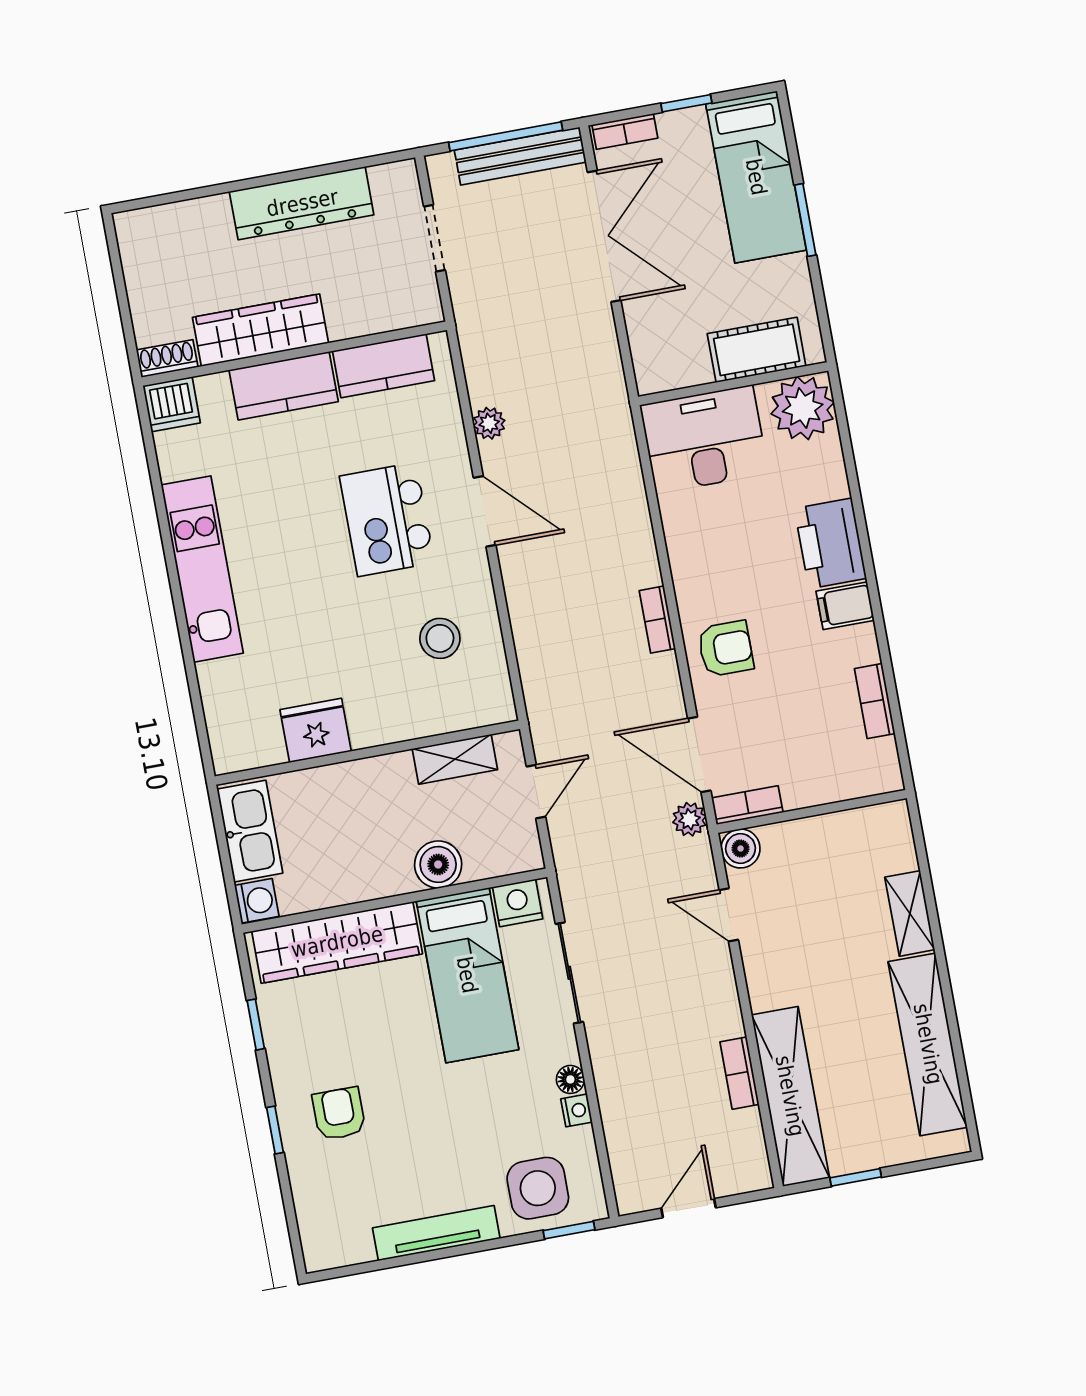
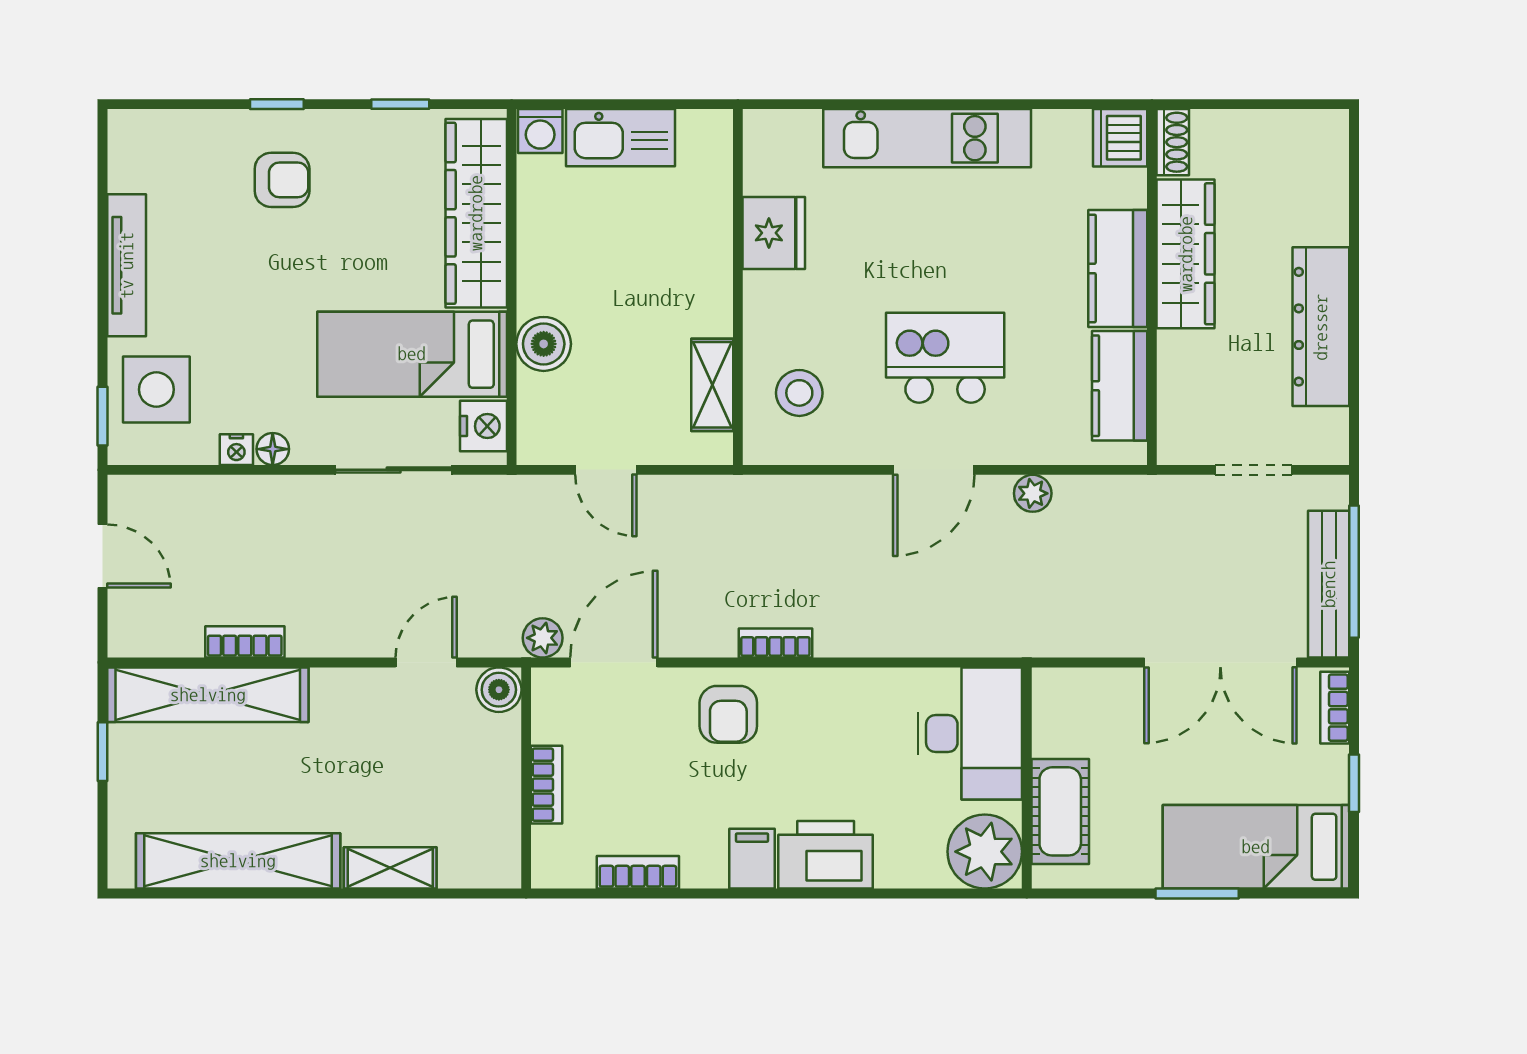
fridge: (316, 730) -> (774, 233), moved
wall: (367, 753) -> (738, 287), moved
shelving: (455, 759) -> (712, 385), moved
bookcase: (747, 805) -> (547, 785), moved

